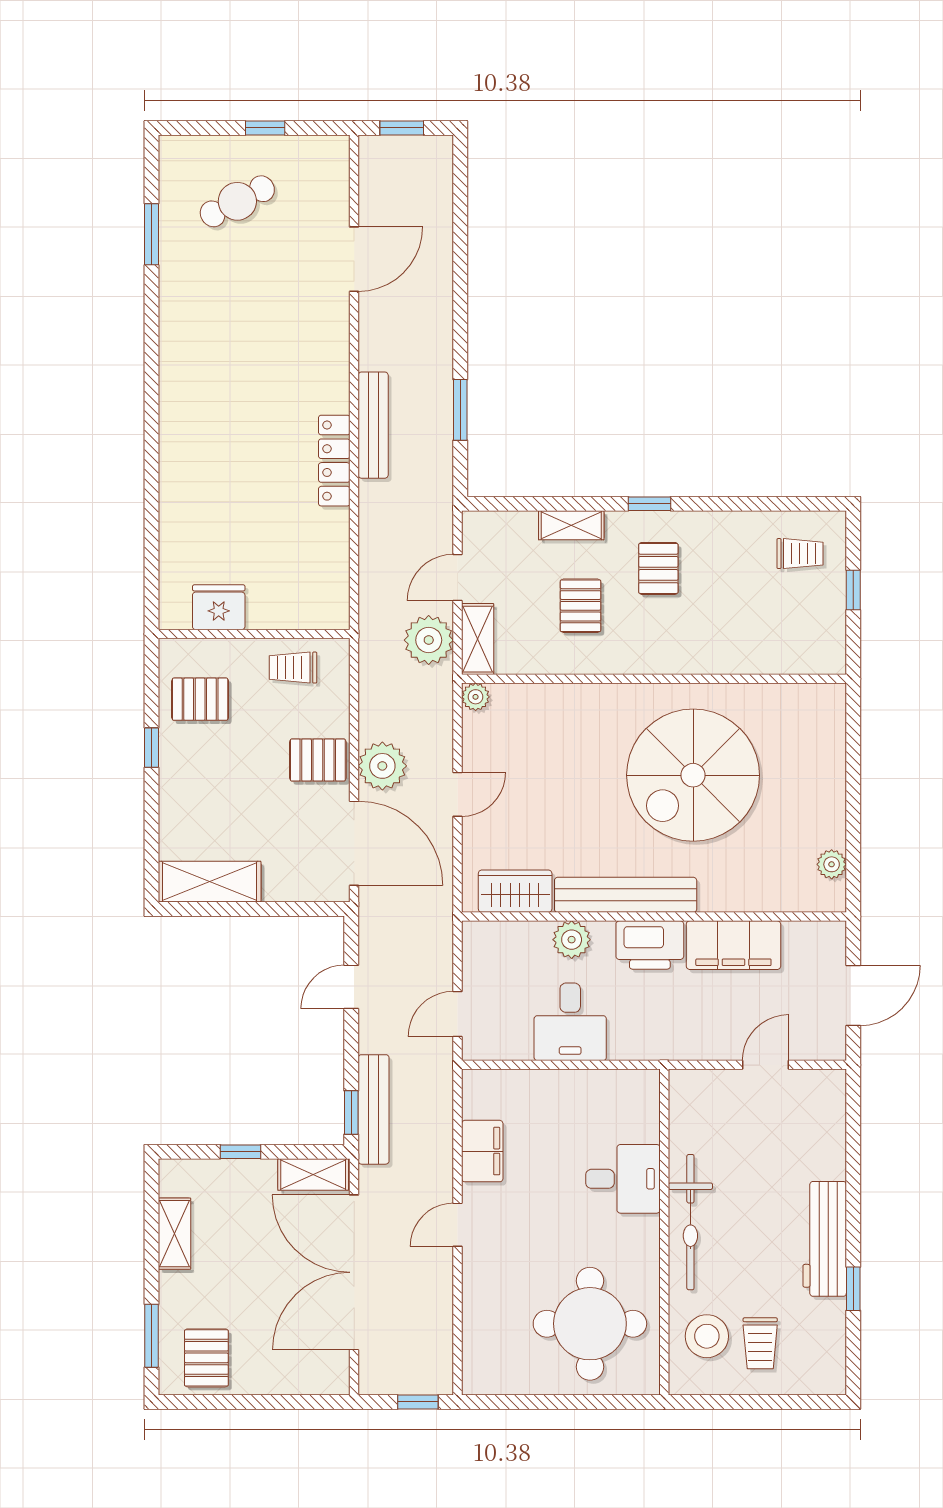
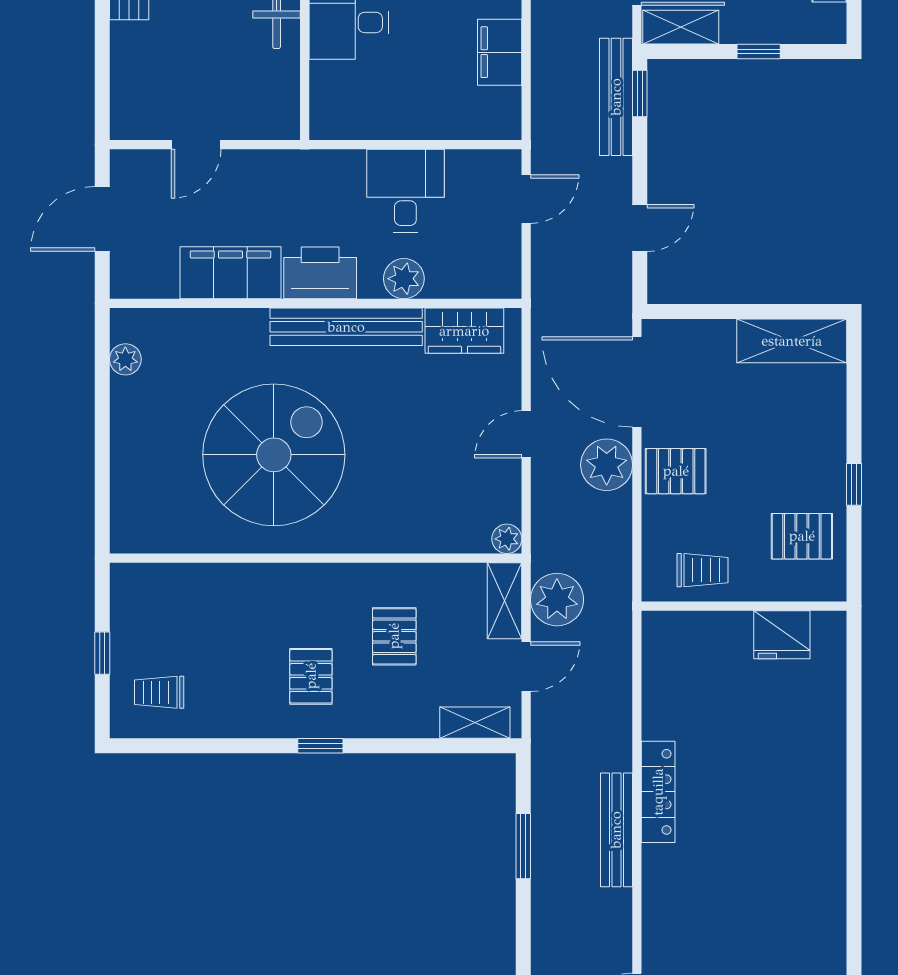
shelving: (571, 525) -> (475, 723), moved

